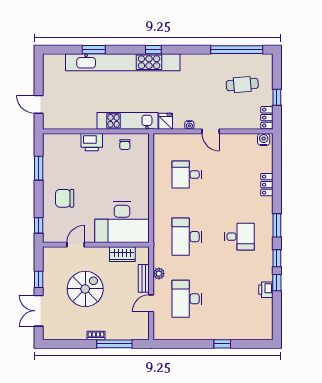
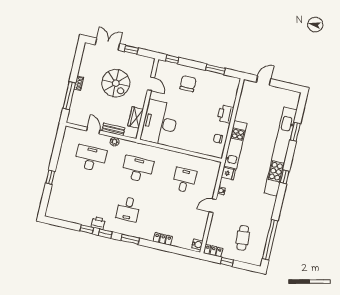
printer: (266, 290) -> (98, 223), moved

